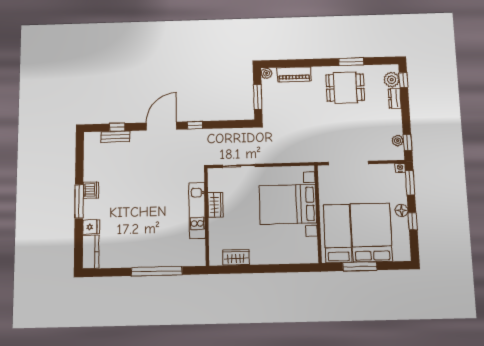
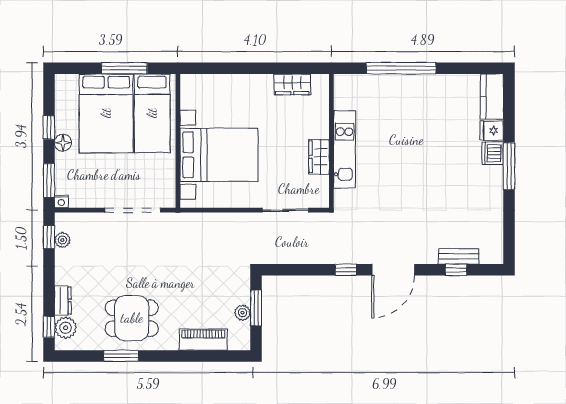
plant: (267, 73) -> (243, 313), moved
dishwasher: (91, 190) -> (493, 153), moved

